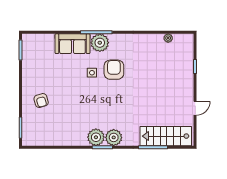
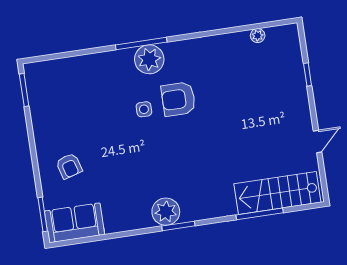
sofa: (72, 44) -> (75, 223), moved, turned 180
armchair: (114, 70) -> (178, 99), turned -90
plant: (114, 137) -> (194, 208), removed

